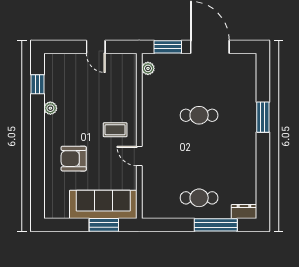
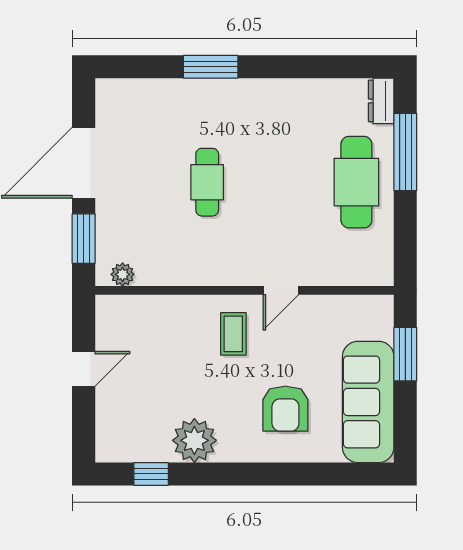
plant: (50, 108) -> (194, 440), width x1.88, depth x1.88
cafe table: (199, 198) -> (356, 182), width x1.37, depth x1.35
sofa: (103, 204) -> (368, 402), moved

